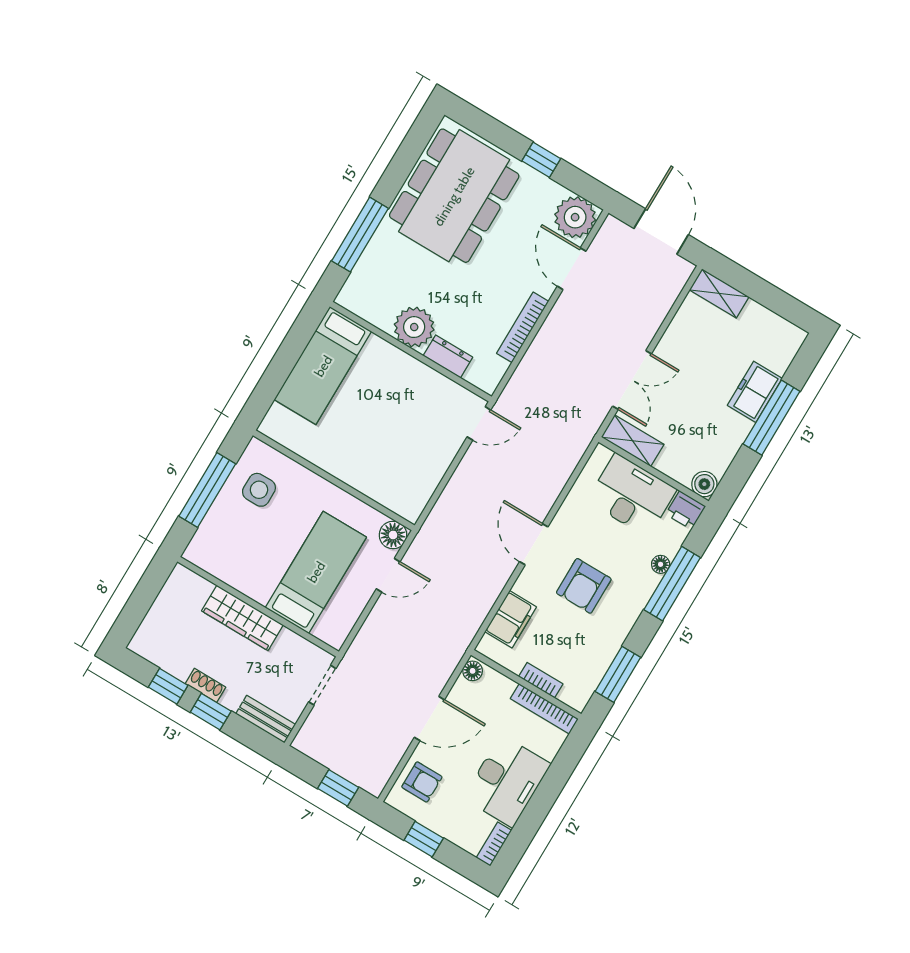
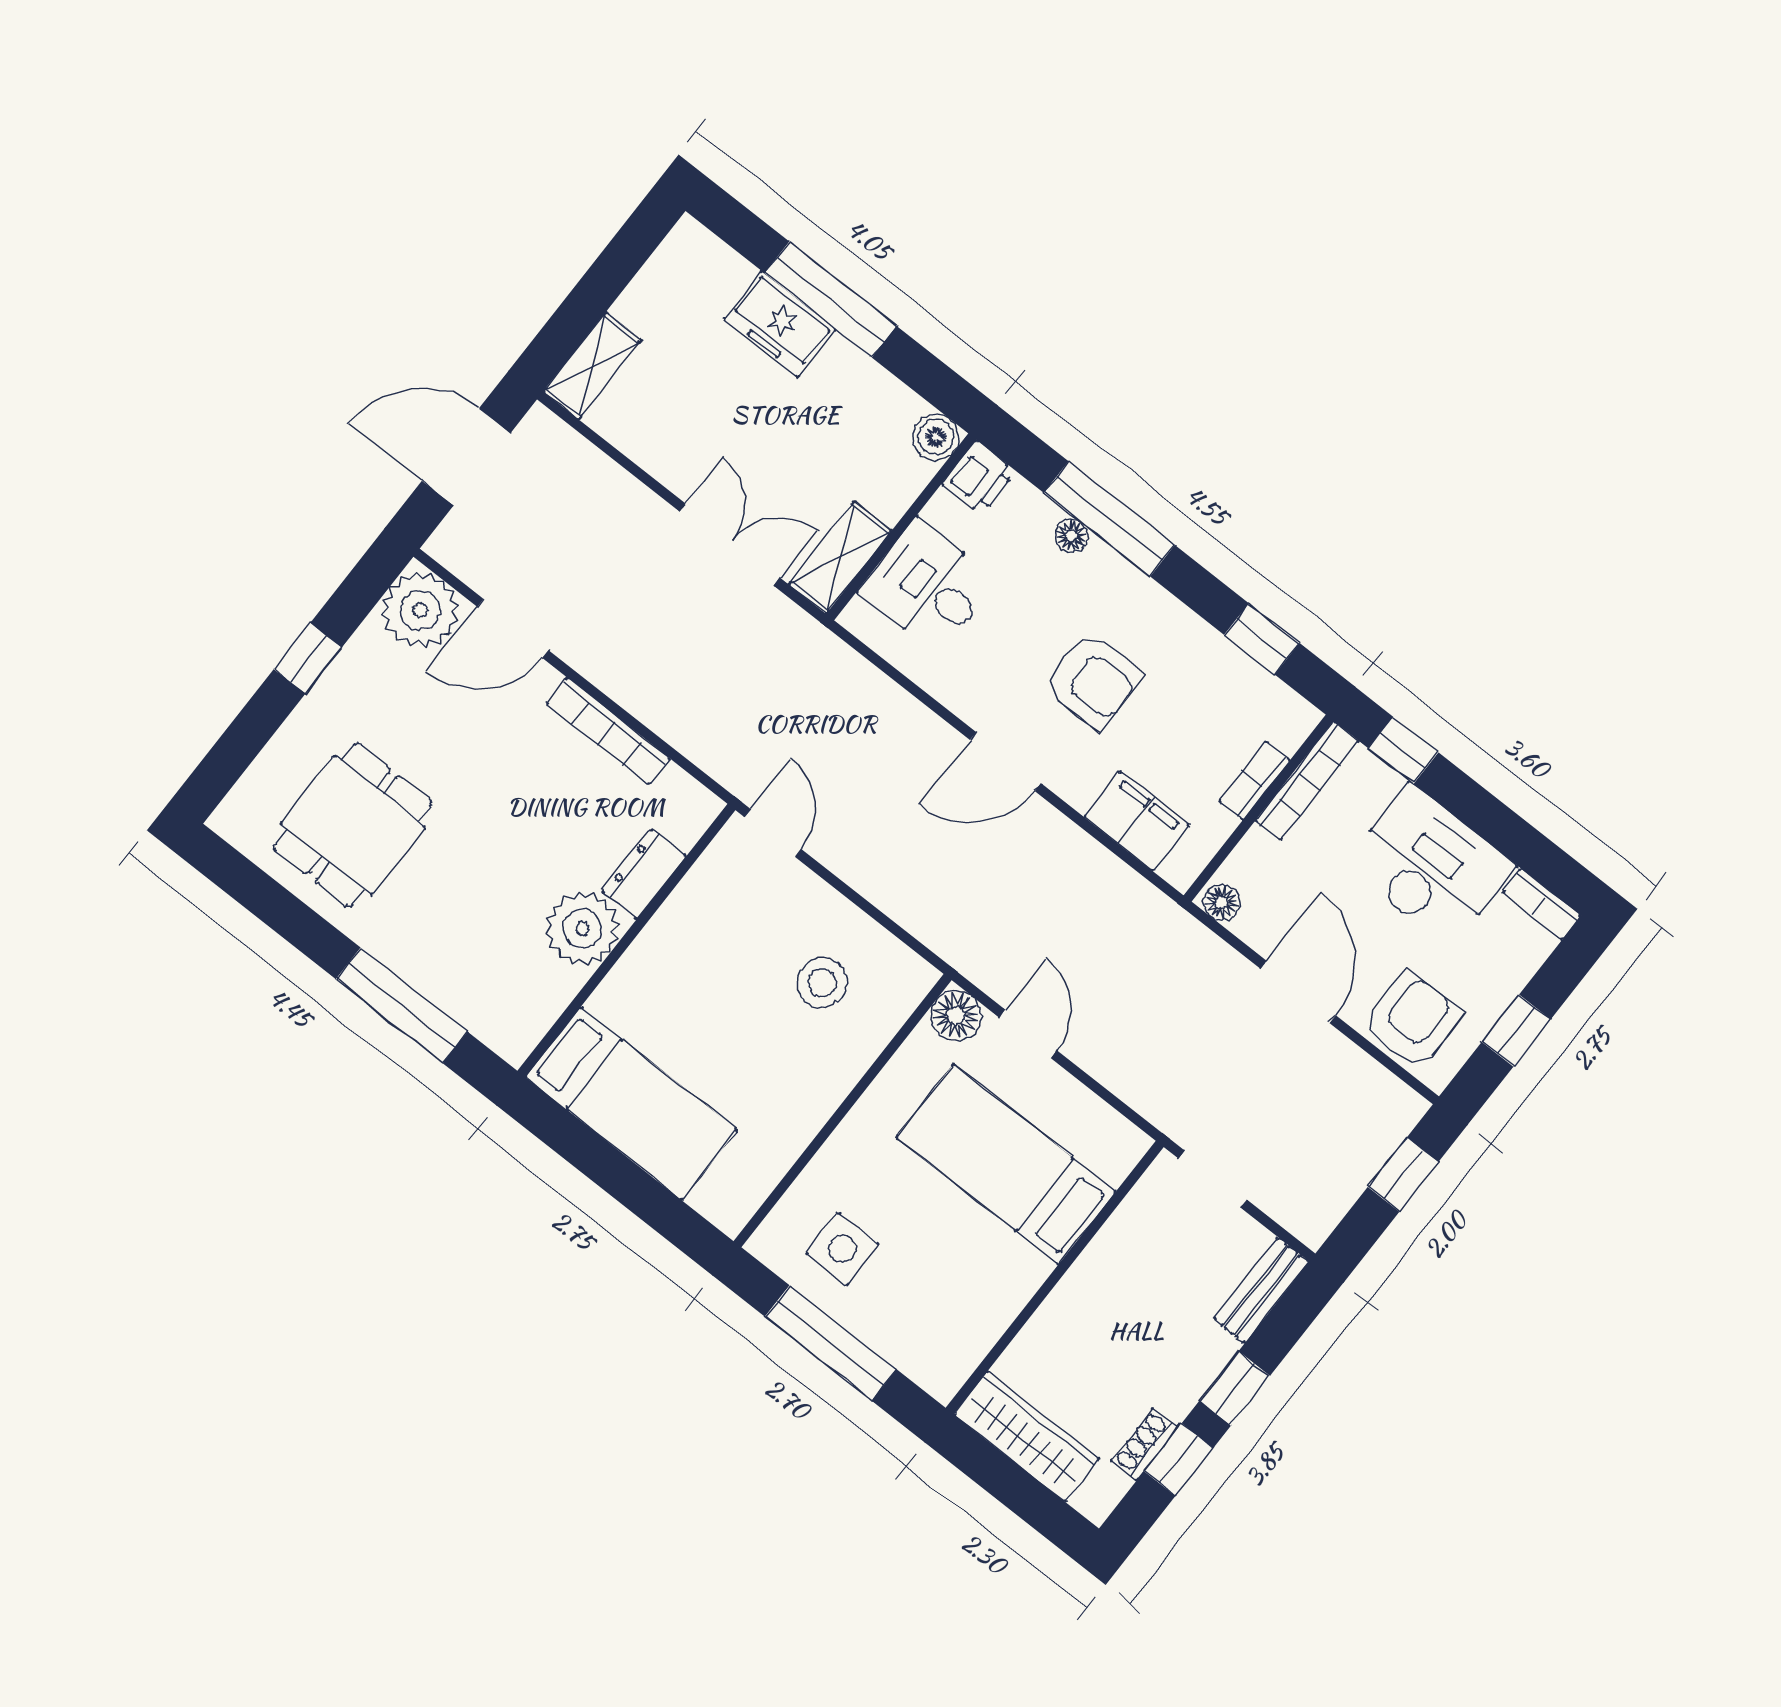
dining table: (454, 196) -> (353, 825), width x0.53, depth x0.80
stool: (401, 460) -> (822, 983), added
desk: (632, 495) -> (928, 586), width x0.73
wardrobe: (242, 618) -> (1026, 1437), moved, turned -90
window: (618, 674) -> (1262, 639), width x0.67
shoe rack: (206, 685) -> (1144, 1444), moved
window: (567, 759) -> (1403, 750), added
armchair: (422, 782) -> (1412, 1020), width x1.38, depth x1.38

